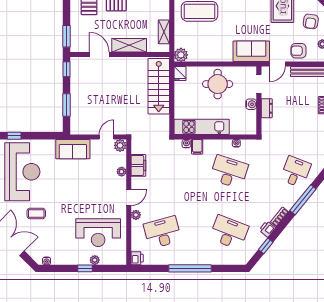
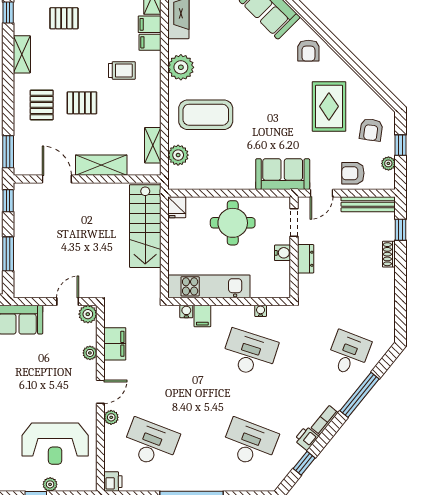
plant: (181, 55) -> (178, 155), moved
desk: (162, 232) -> (151, 443), turned 36

